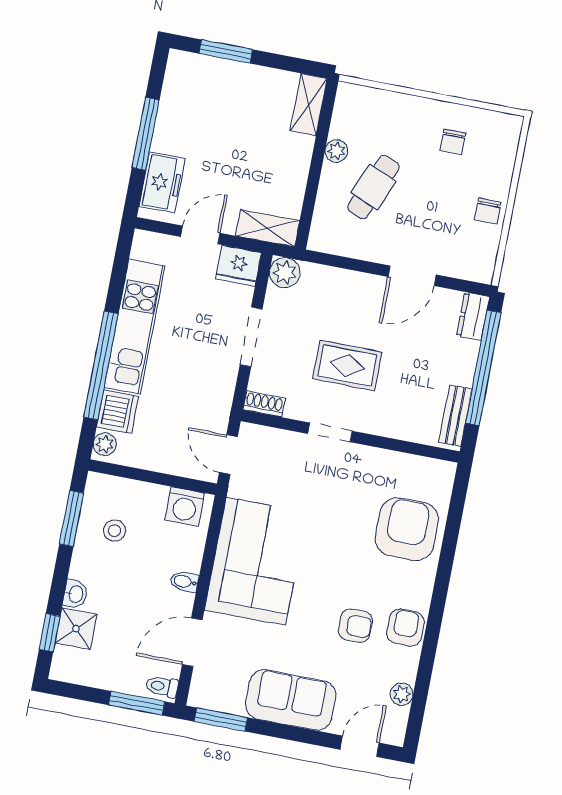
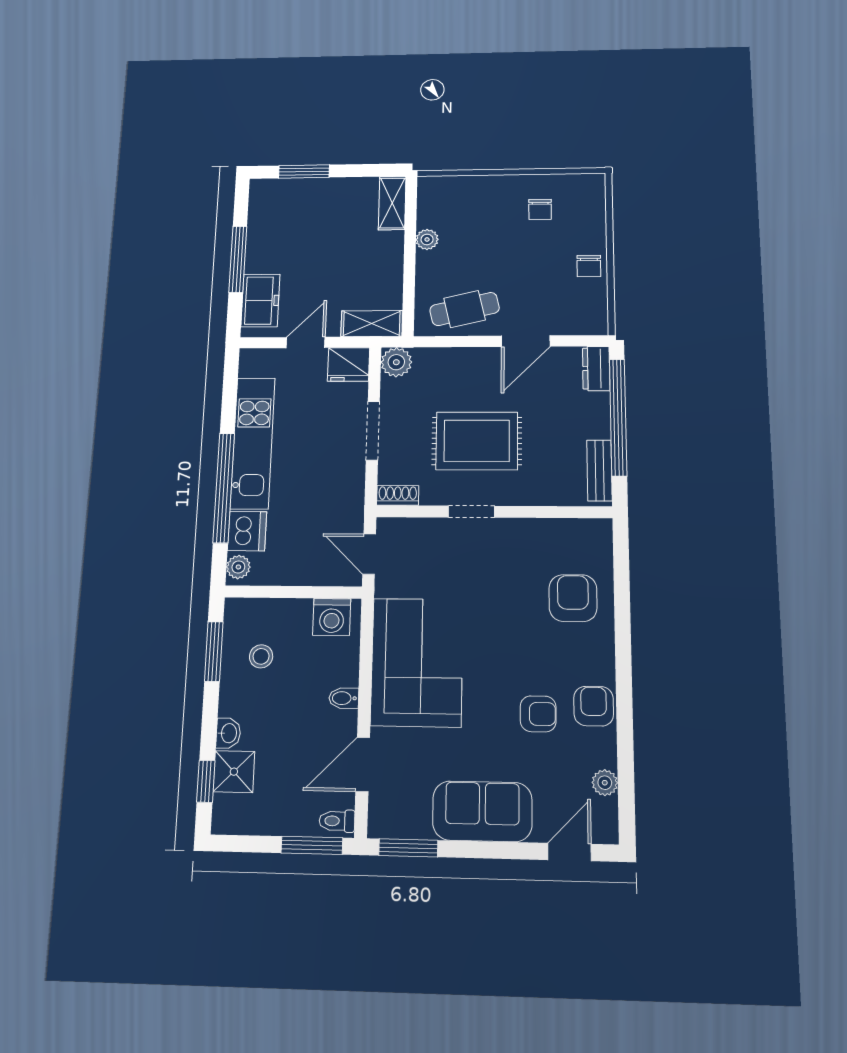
cafe table: (373, 187) -> (465, 309), moved, turned 54
rug: (347, 365) -> (477, 441), width x1.36, depth x1.43
armchair: (407, 529) -> (573, 598), width x0.73, depth x0.73

